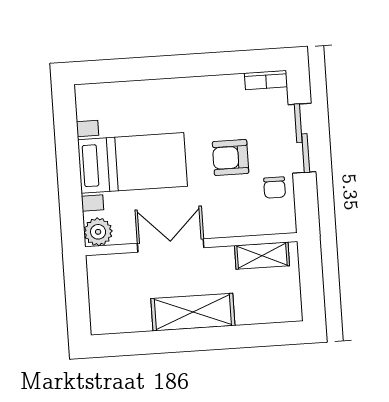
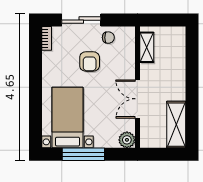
window: (68, 157) -> (83, 154), added
bed with nightstands: (132, 163) -> (68, 118), moved
shelving: (193, 312) -> (176, 125), moved

